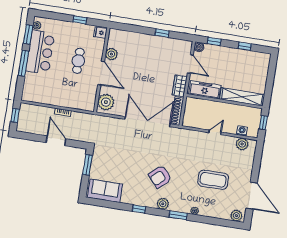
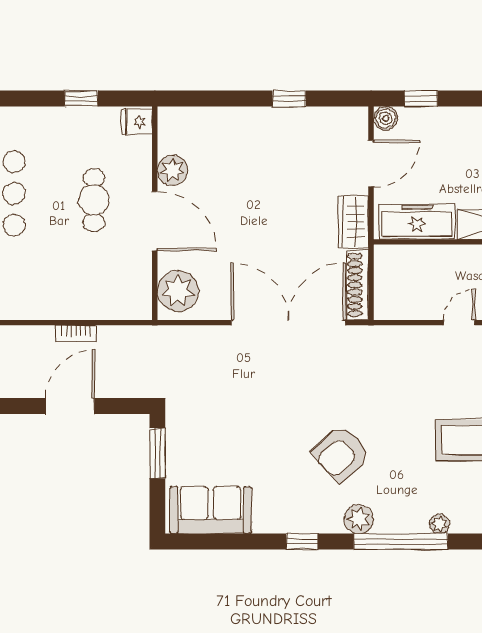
door: (190, 64) -> (371, 164), hinge flipped
door: (56, 141) -> (70, 406), hinge flipped
window: (178, 215) -> (401, 542), width x2.11

